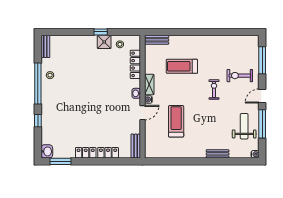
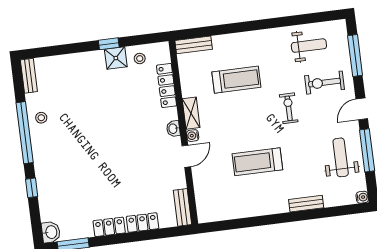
weight bench: (233, 50) -> (309, 46), added
treadmill: (182, 66) -> (236, 80), turned 180
treadmill: (176, 121) -> (257, 162), moved, turned -90

